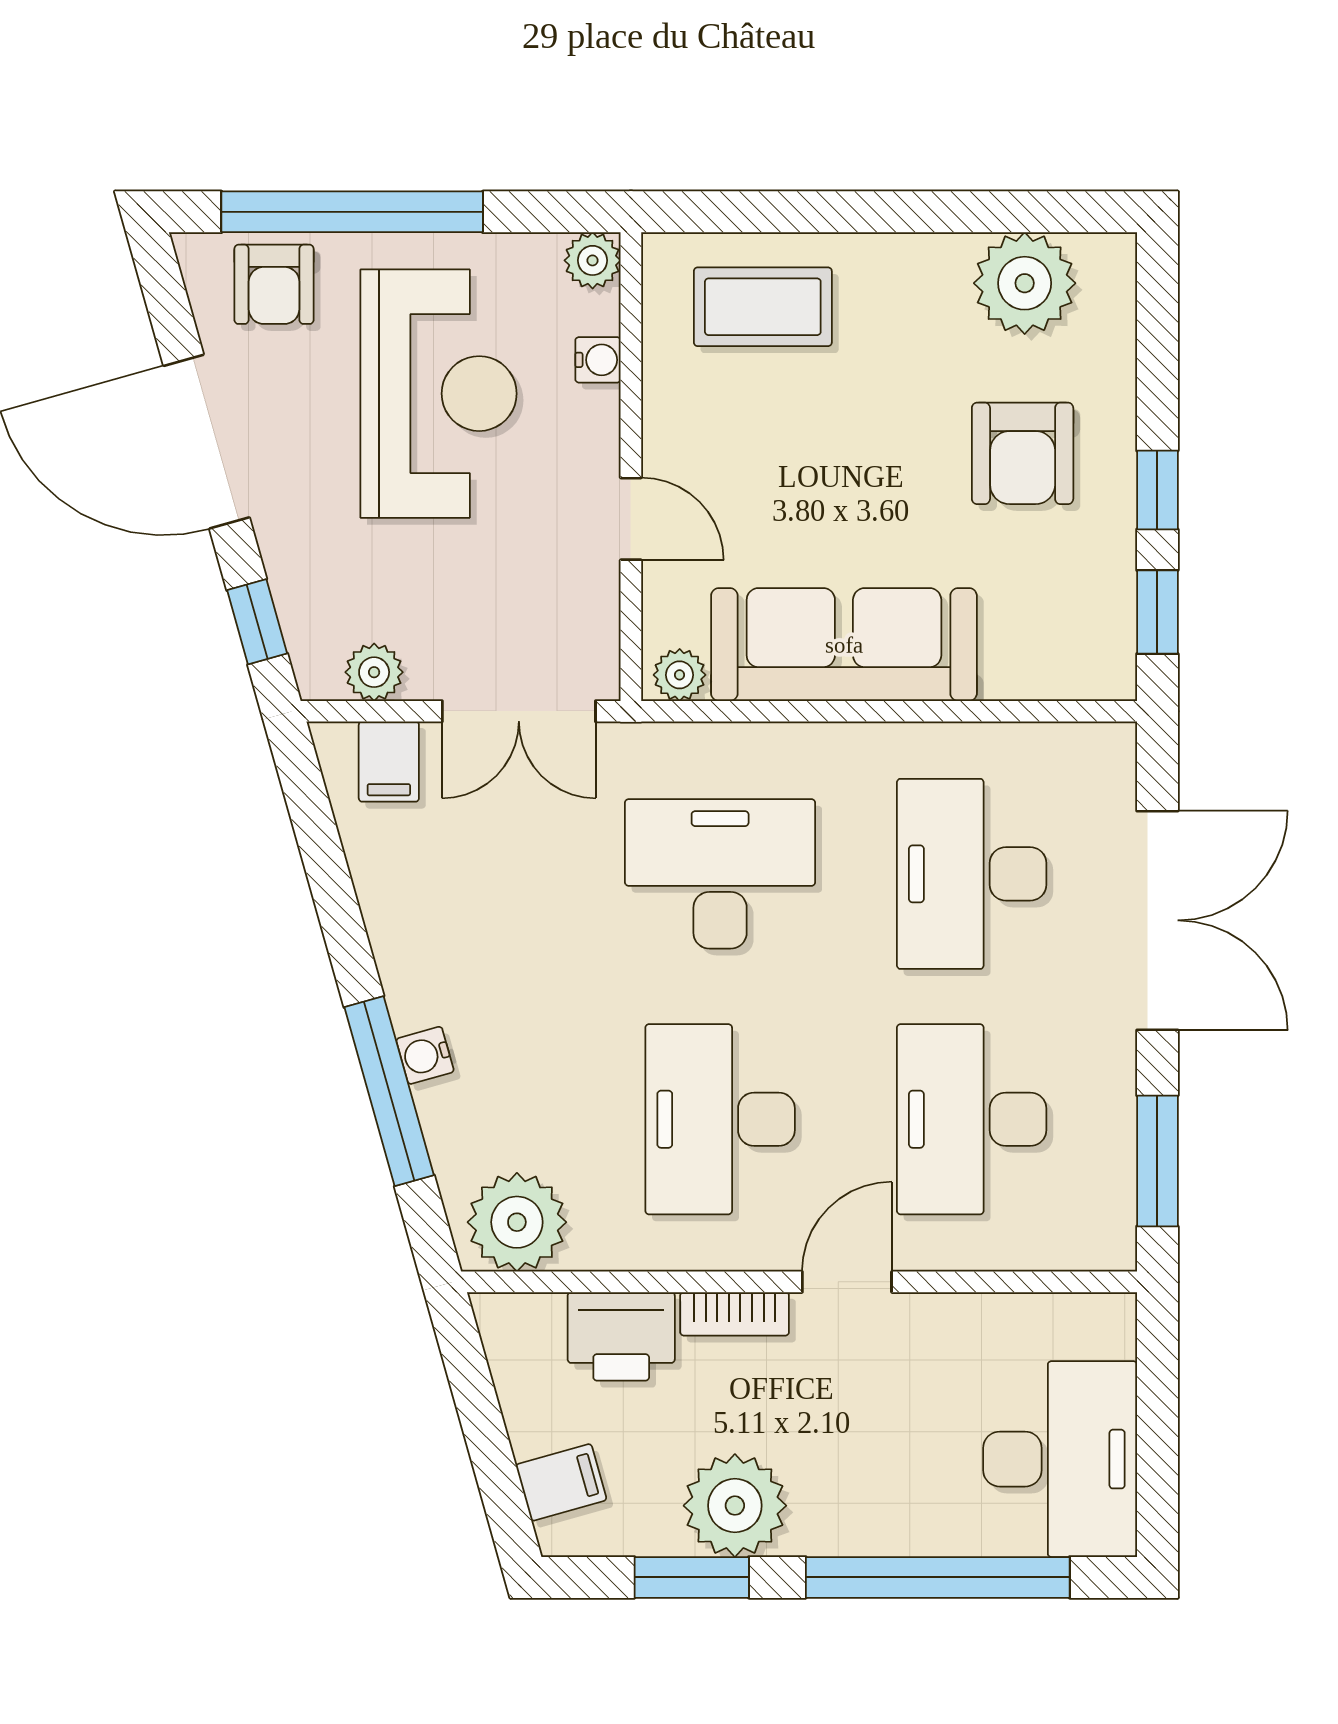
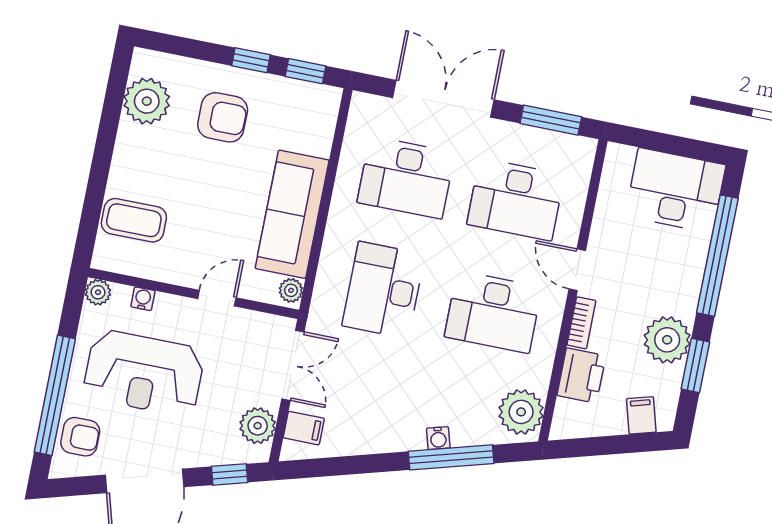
coffee table: (763, 307) -> (134, 220), turned 90
reception desk: (439, 394) -> (144, 373), turned 180
plant: (374, 672) -> (258, 426), width x1.38, depth x1.38

